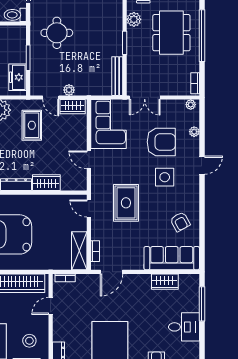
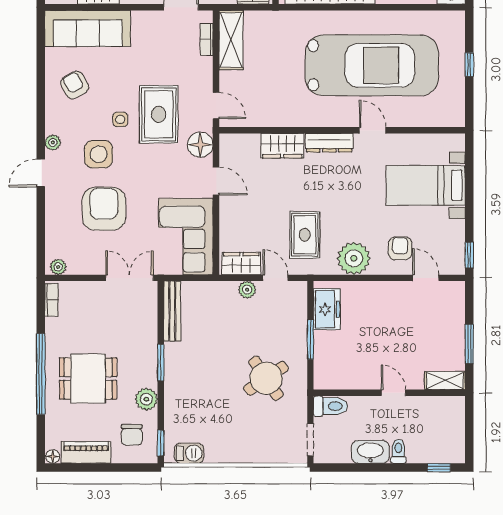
round table: (57, 33) -> (266, 378), turned -34
dining table: (171, 33) -> (88, 379), width x0.73
plant: (194, 132) -> (53, 142), moved
armchair: (161, 142) -> (104, 209), turned 90
floor lamp: (99, 183) -> (200, 145), added
side table: (151, 200) -> (120, 119), added

